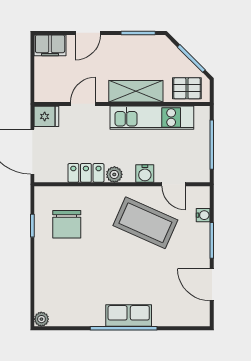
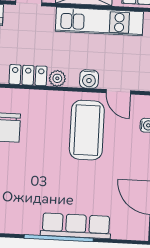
coffee table: (145, 223) -> (87, 130), turned 66
row of seats: (129, 315) -> (76, 226), width x1.48

